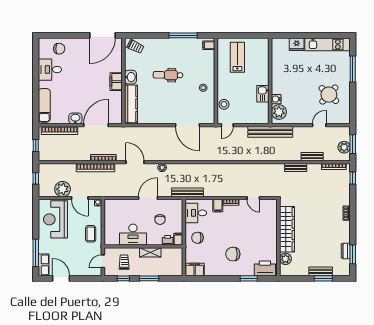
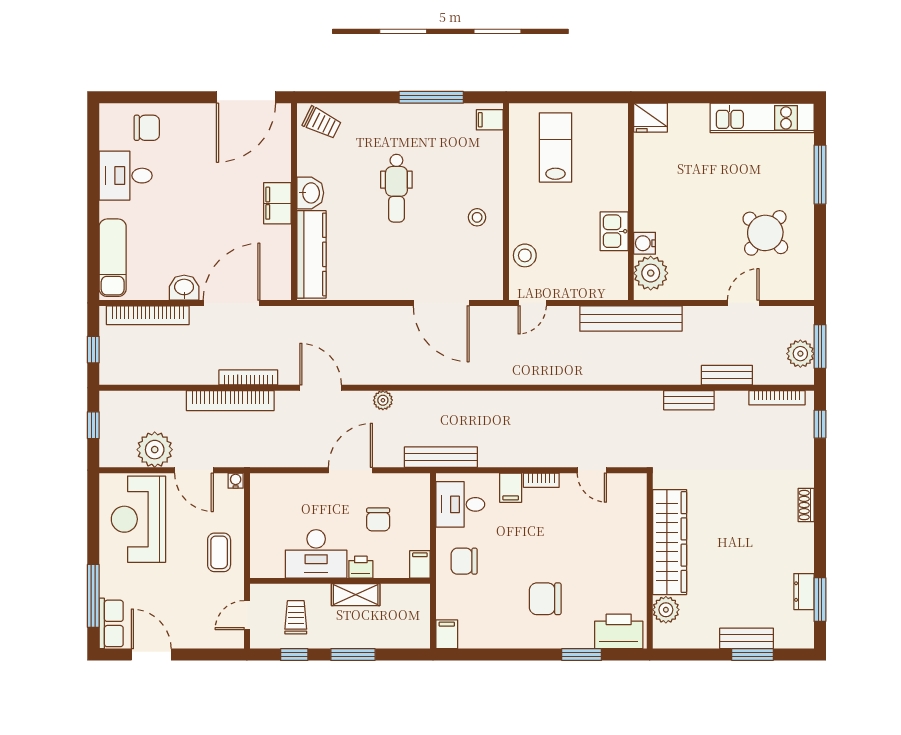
fridge: (297, 44) -> (650, 118), moved
dental chair: (168, 75) -> (396, 188), turned -91
printer: (168, 240) -> (361, 567), moved
filing cabinet: (195, 270) -> (447, 634), width x0.50

